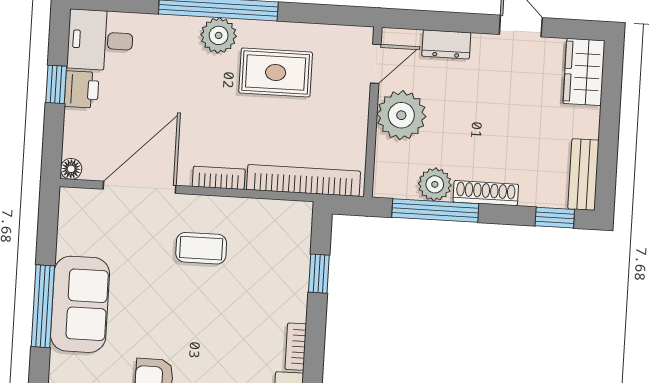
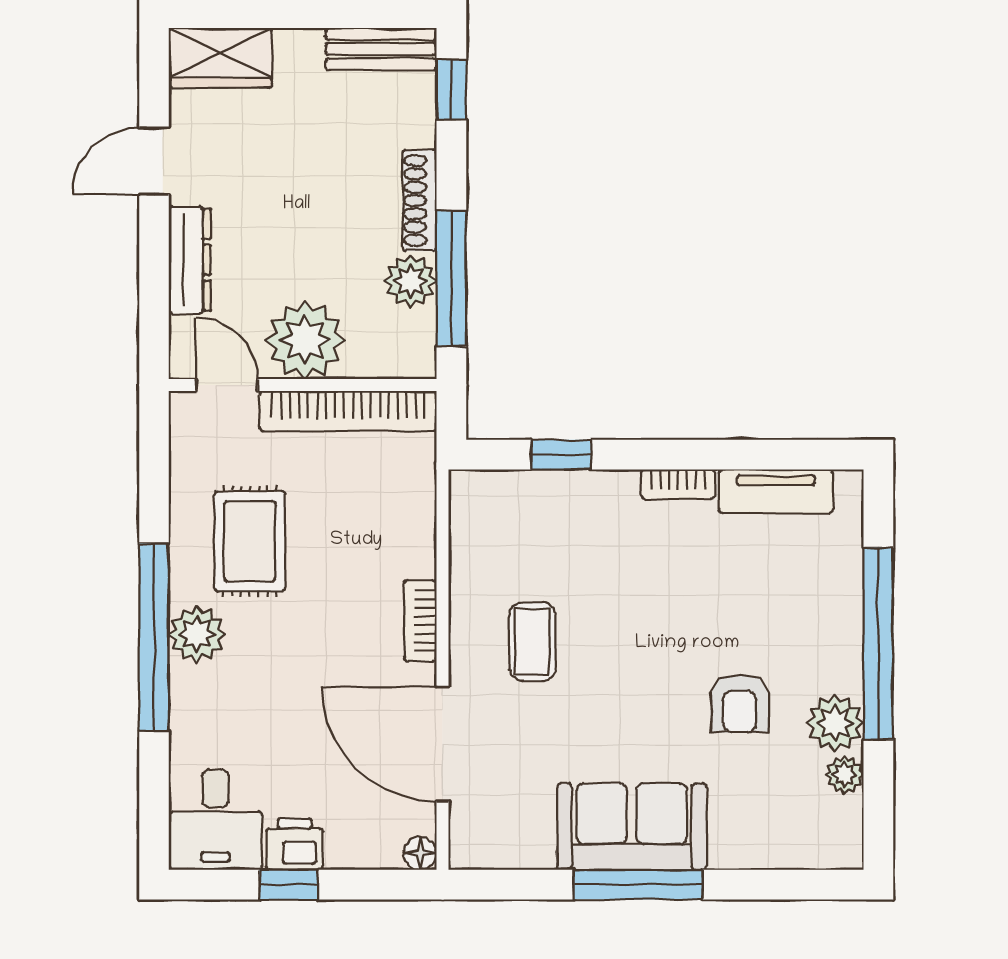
dresser: (446, 44) -> (190, 260), width x1.44
bookcase: (303, 180) -> (348, 411), moved, turned -90

